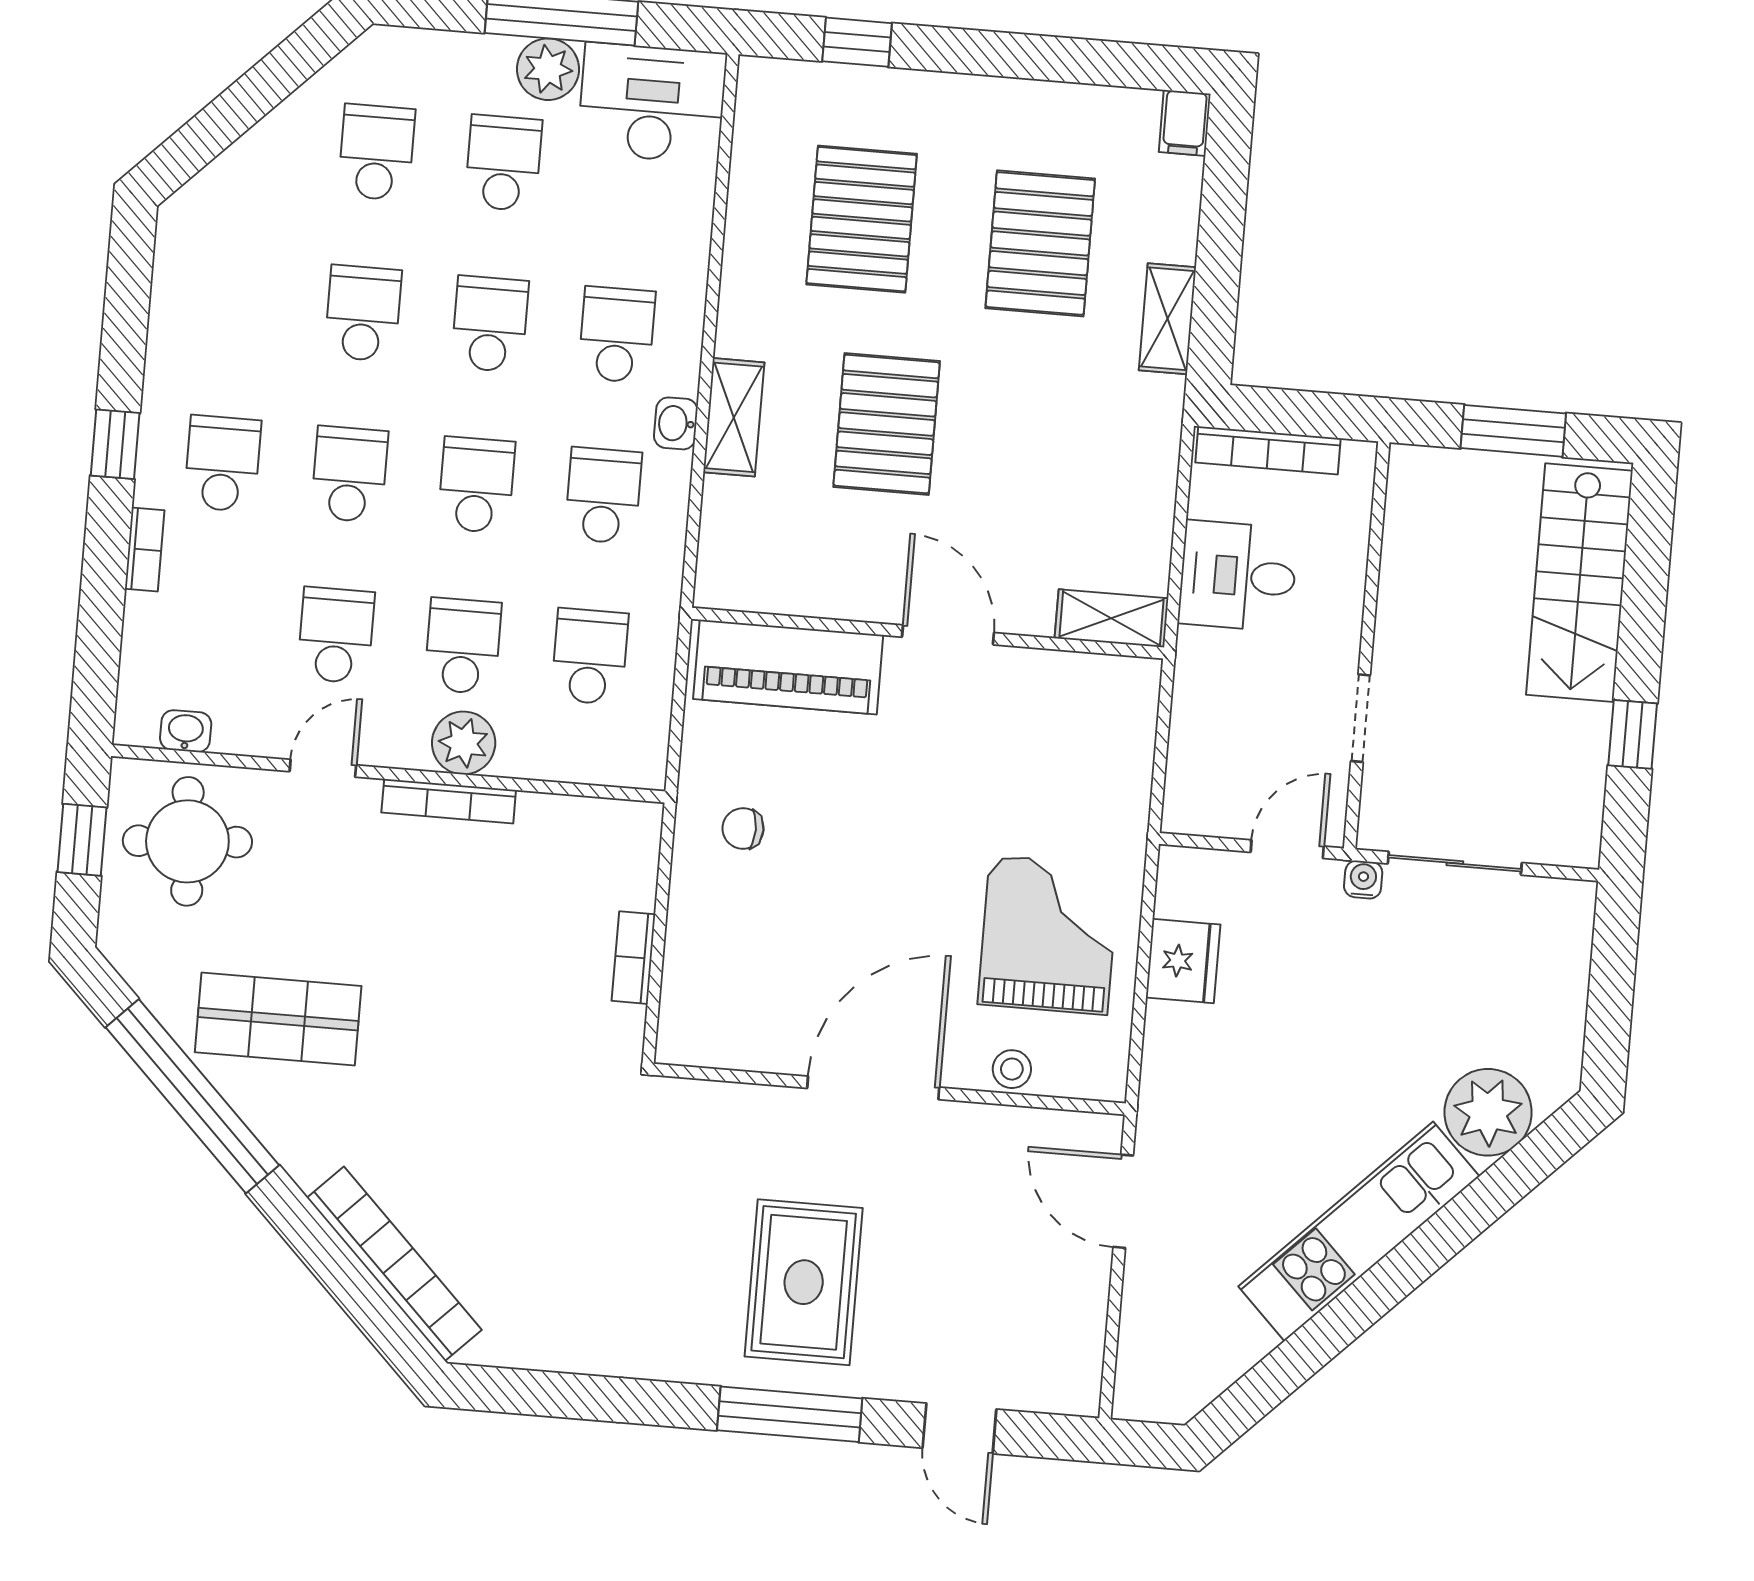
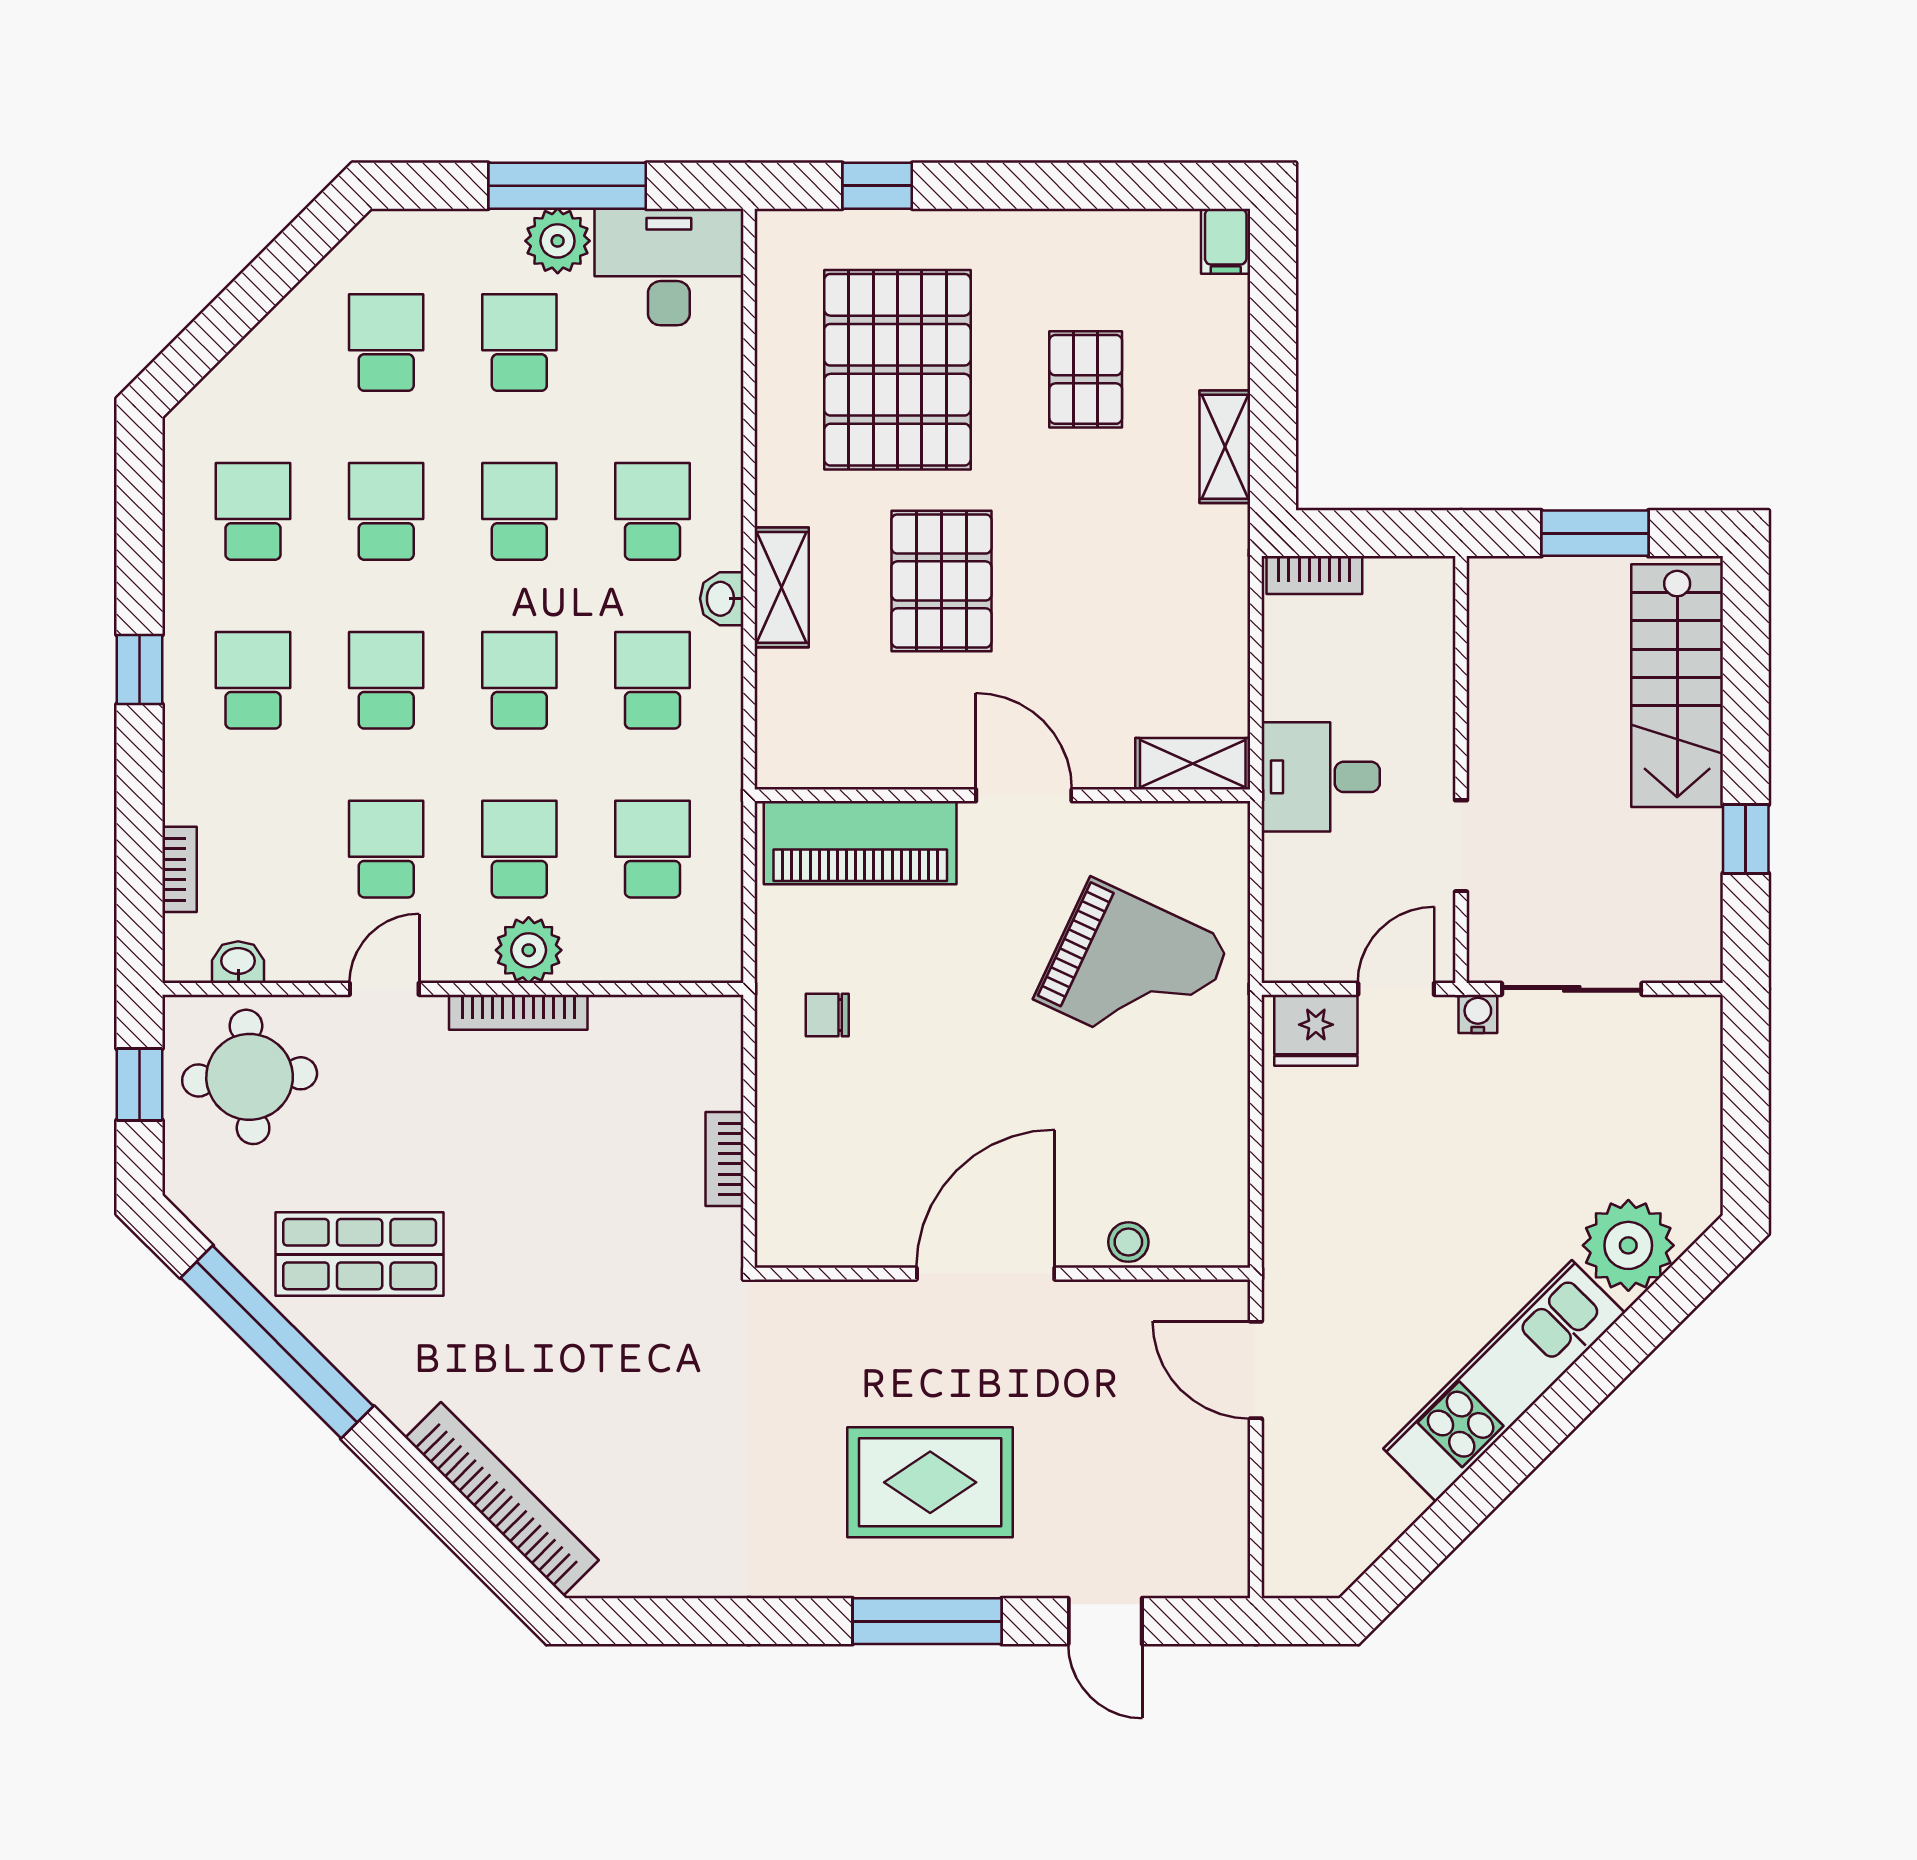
pallet: (862, 219) -> (897, 370), width x1.37, depth x1.41
pallet: (1040, 243) -> (1086, 379), width x0.67, depth x0.71
school desk: (236, 303) -> (253, 511), added
bookcase: (1268, 450) -> (1314, 575), width x0.64
bookcase: (145, 549) -> (179, 869), moved
desk: (1238, 576) -> (1321, 777), moved
grand piano: (1048, 935) -> (1133, 971), moved, turned 115
fridge: (1183, 961) -> (1316, 1030), moved, turned 90
rug: (804, 1282) -> (930, 1482), turned 90

